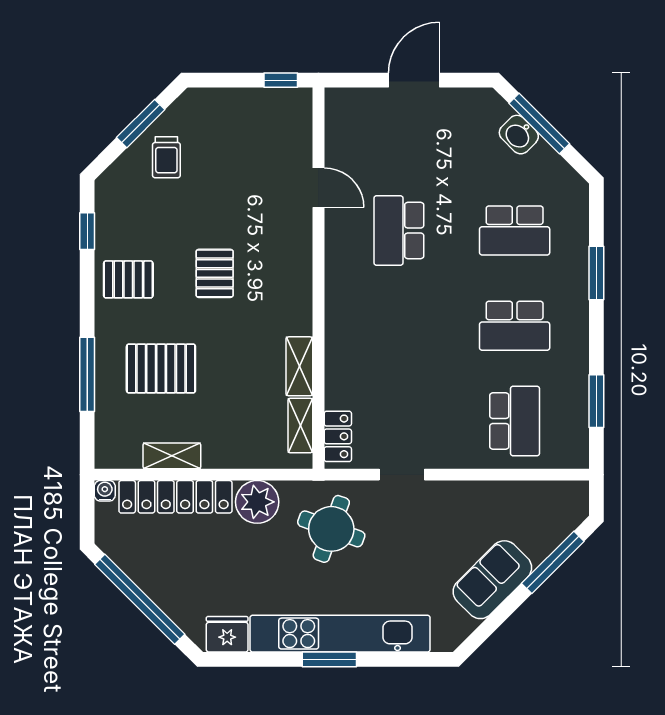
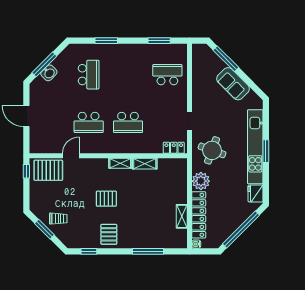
school desk: (515, 326) -> (128, 122), moved, turned 90
pallet: (161, 369) -> (48, 170), moved, turned 90
shelving: (300, 426) -> (120, 163), moved

